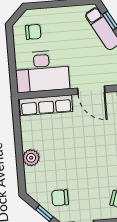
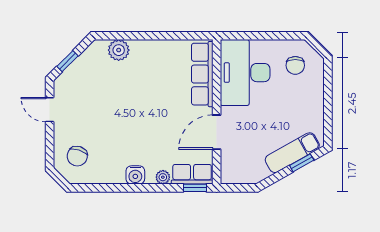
plant: (31, 158) -> (119, 50), moved
chair: (60, 198) -> (85, 82), removed

